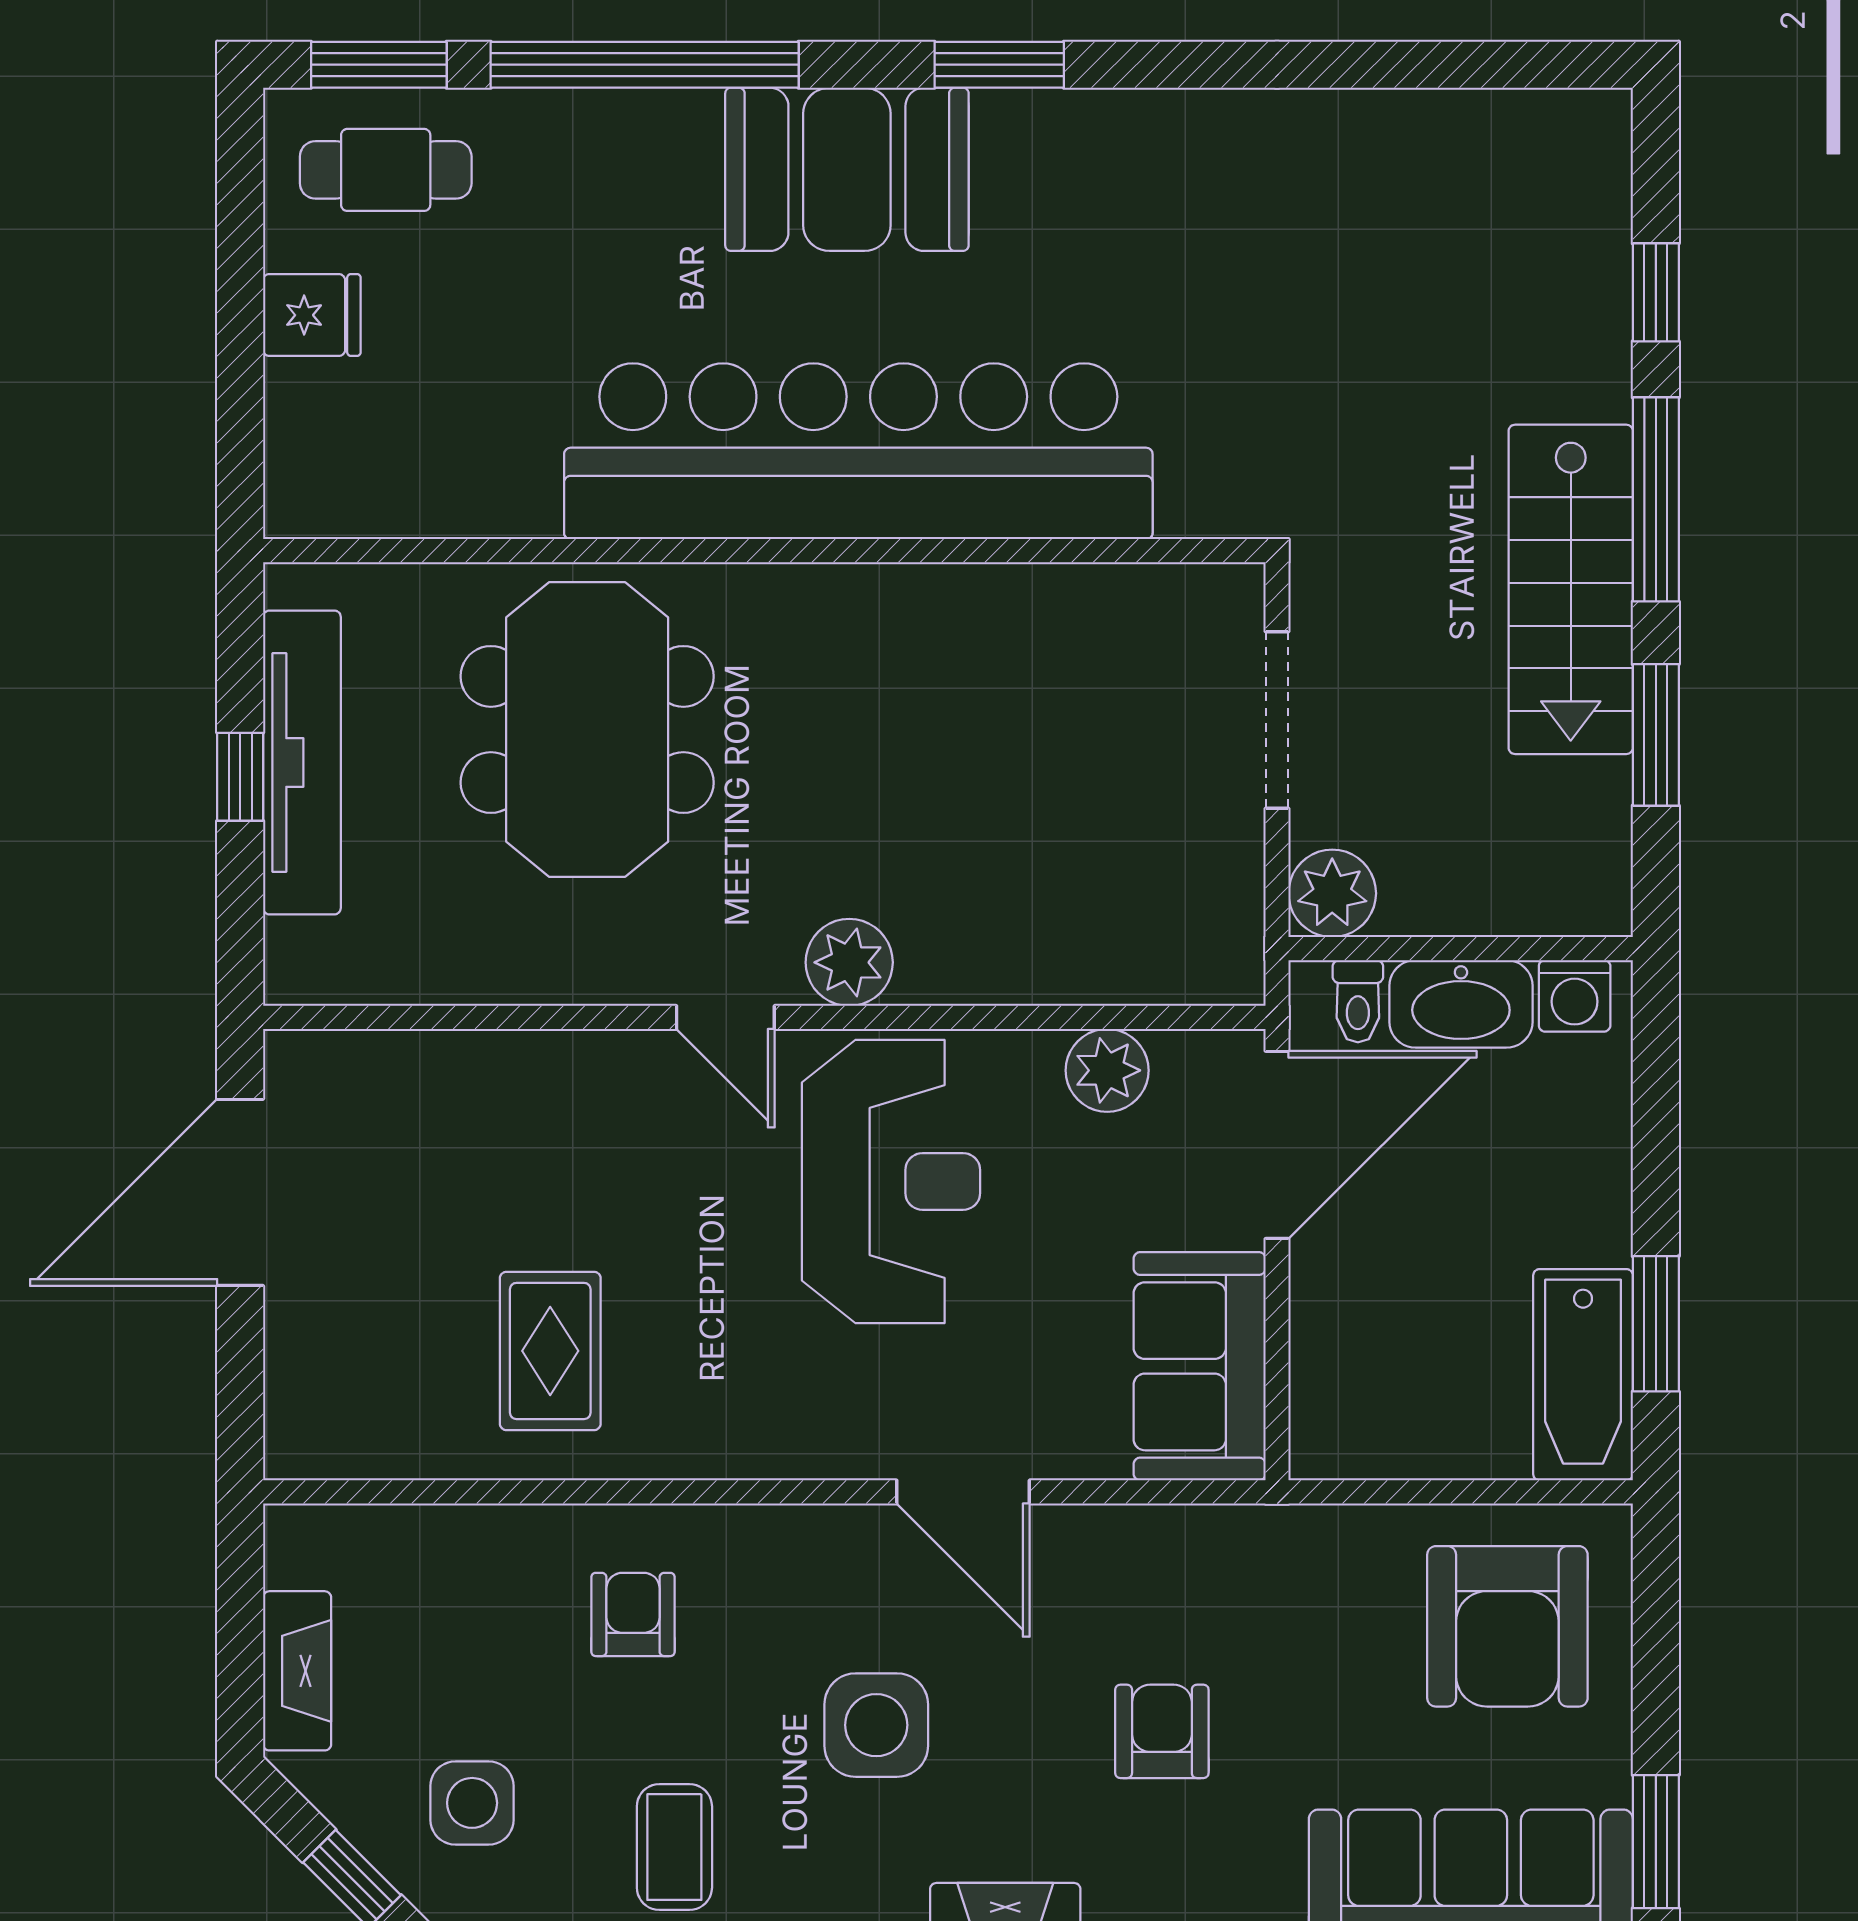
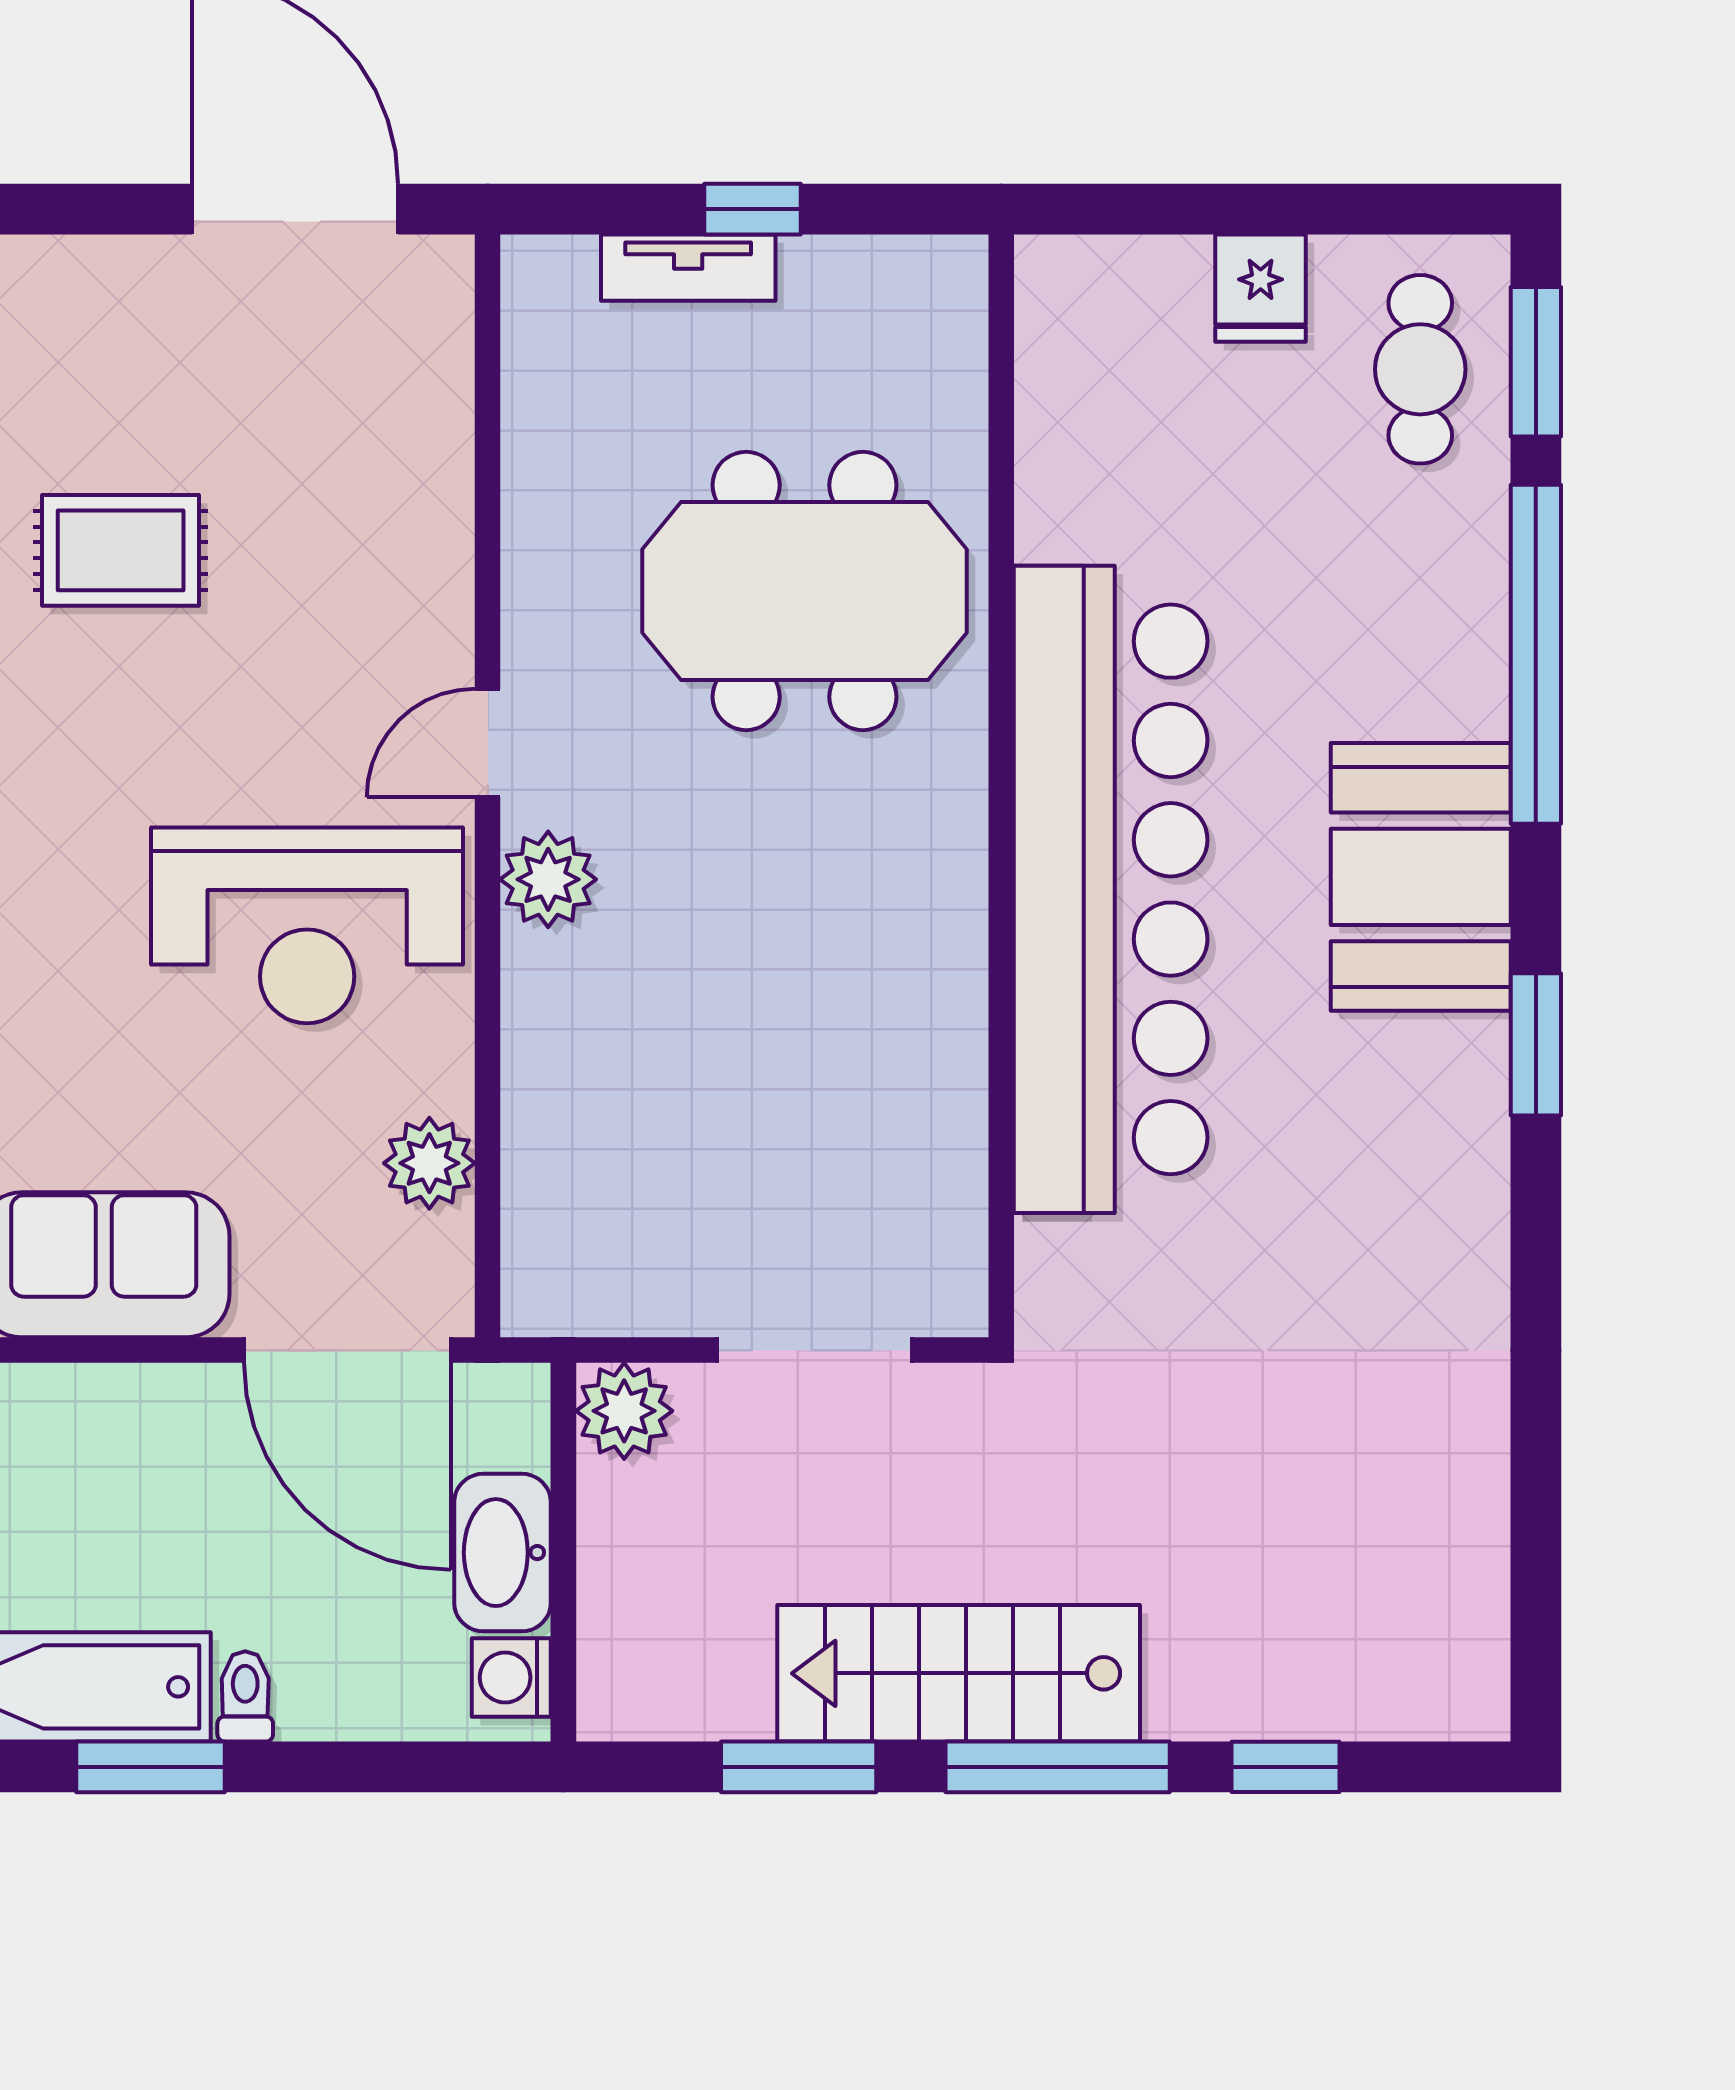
tv unit: (302, 762) -> (688, 268), width x0.52, depth x0.78
toilet: (1358, 1001) -> (245, 1696), moved, turned 90

